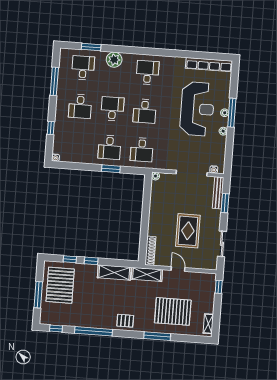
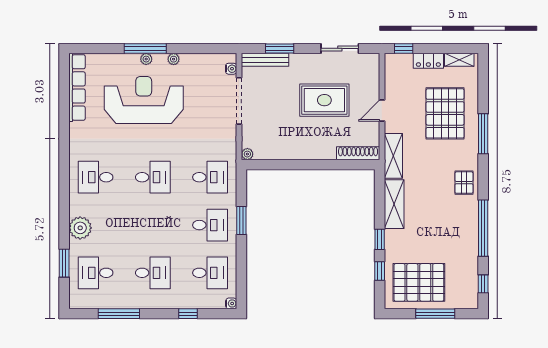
desk: (112, 109) -> (210, 273), moved, turned 180
locker: (209, 303) -> (428, 61), added

